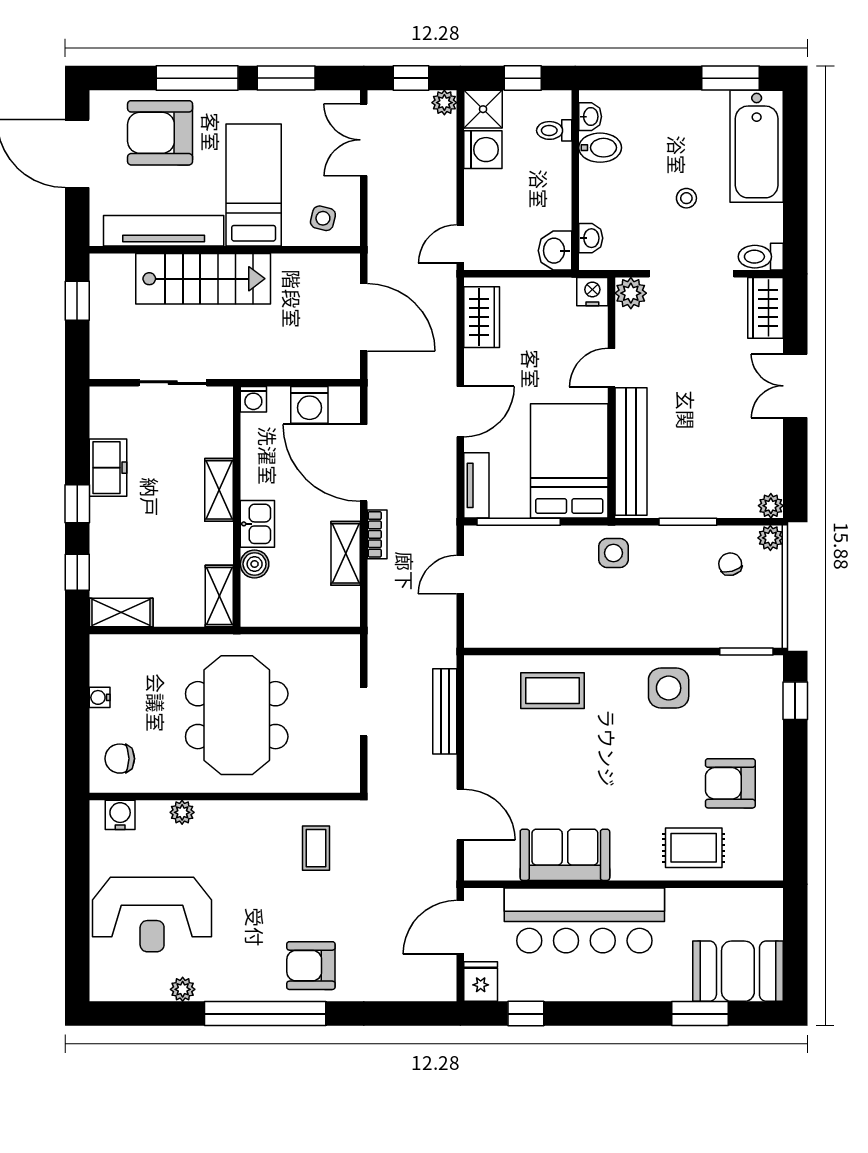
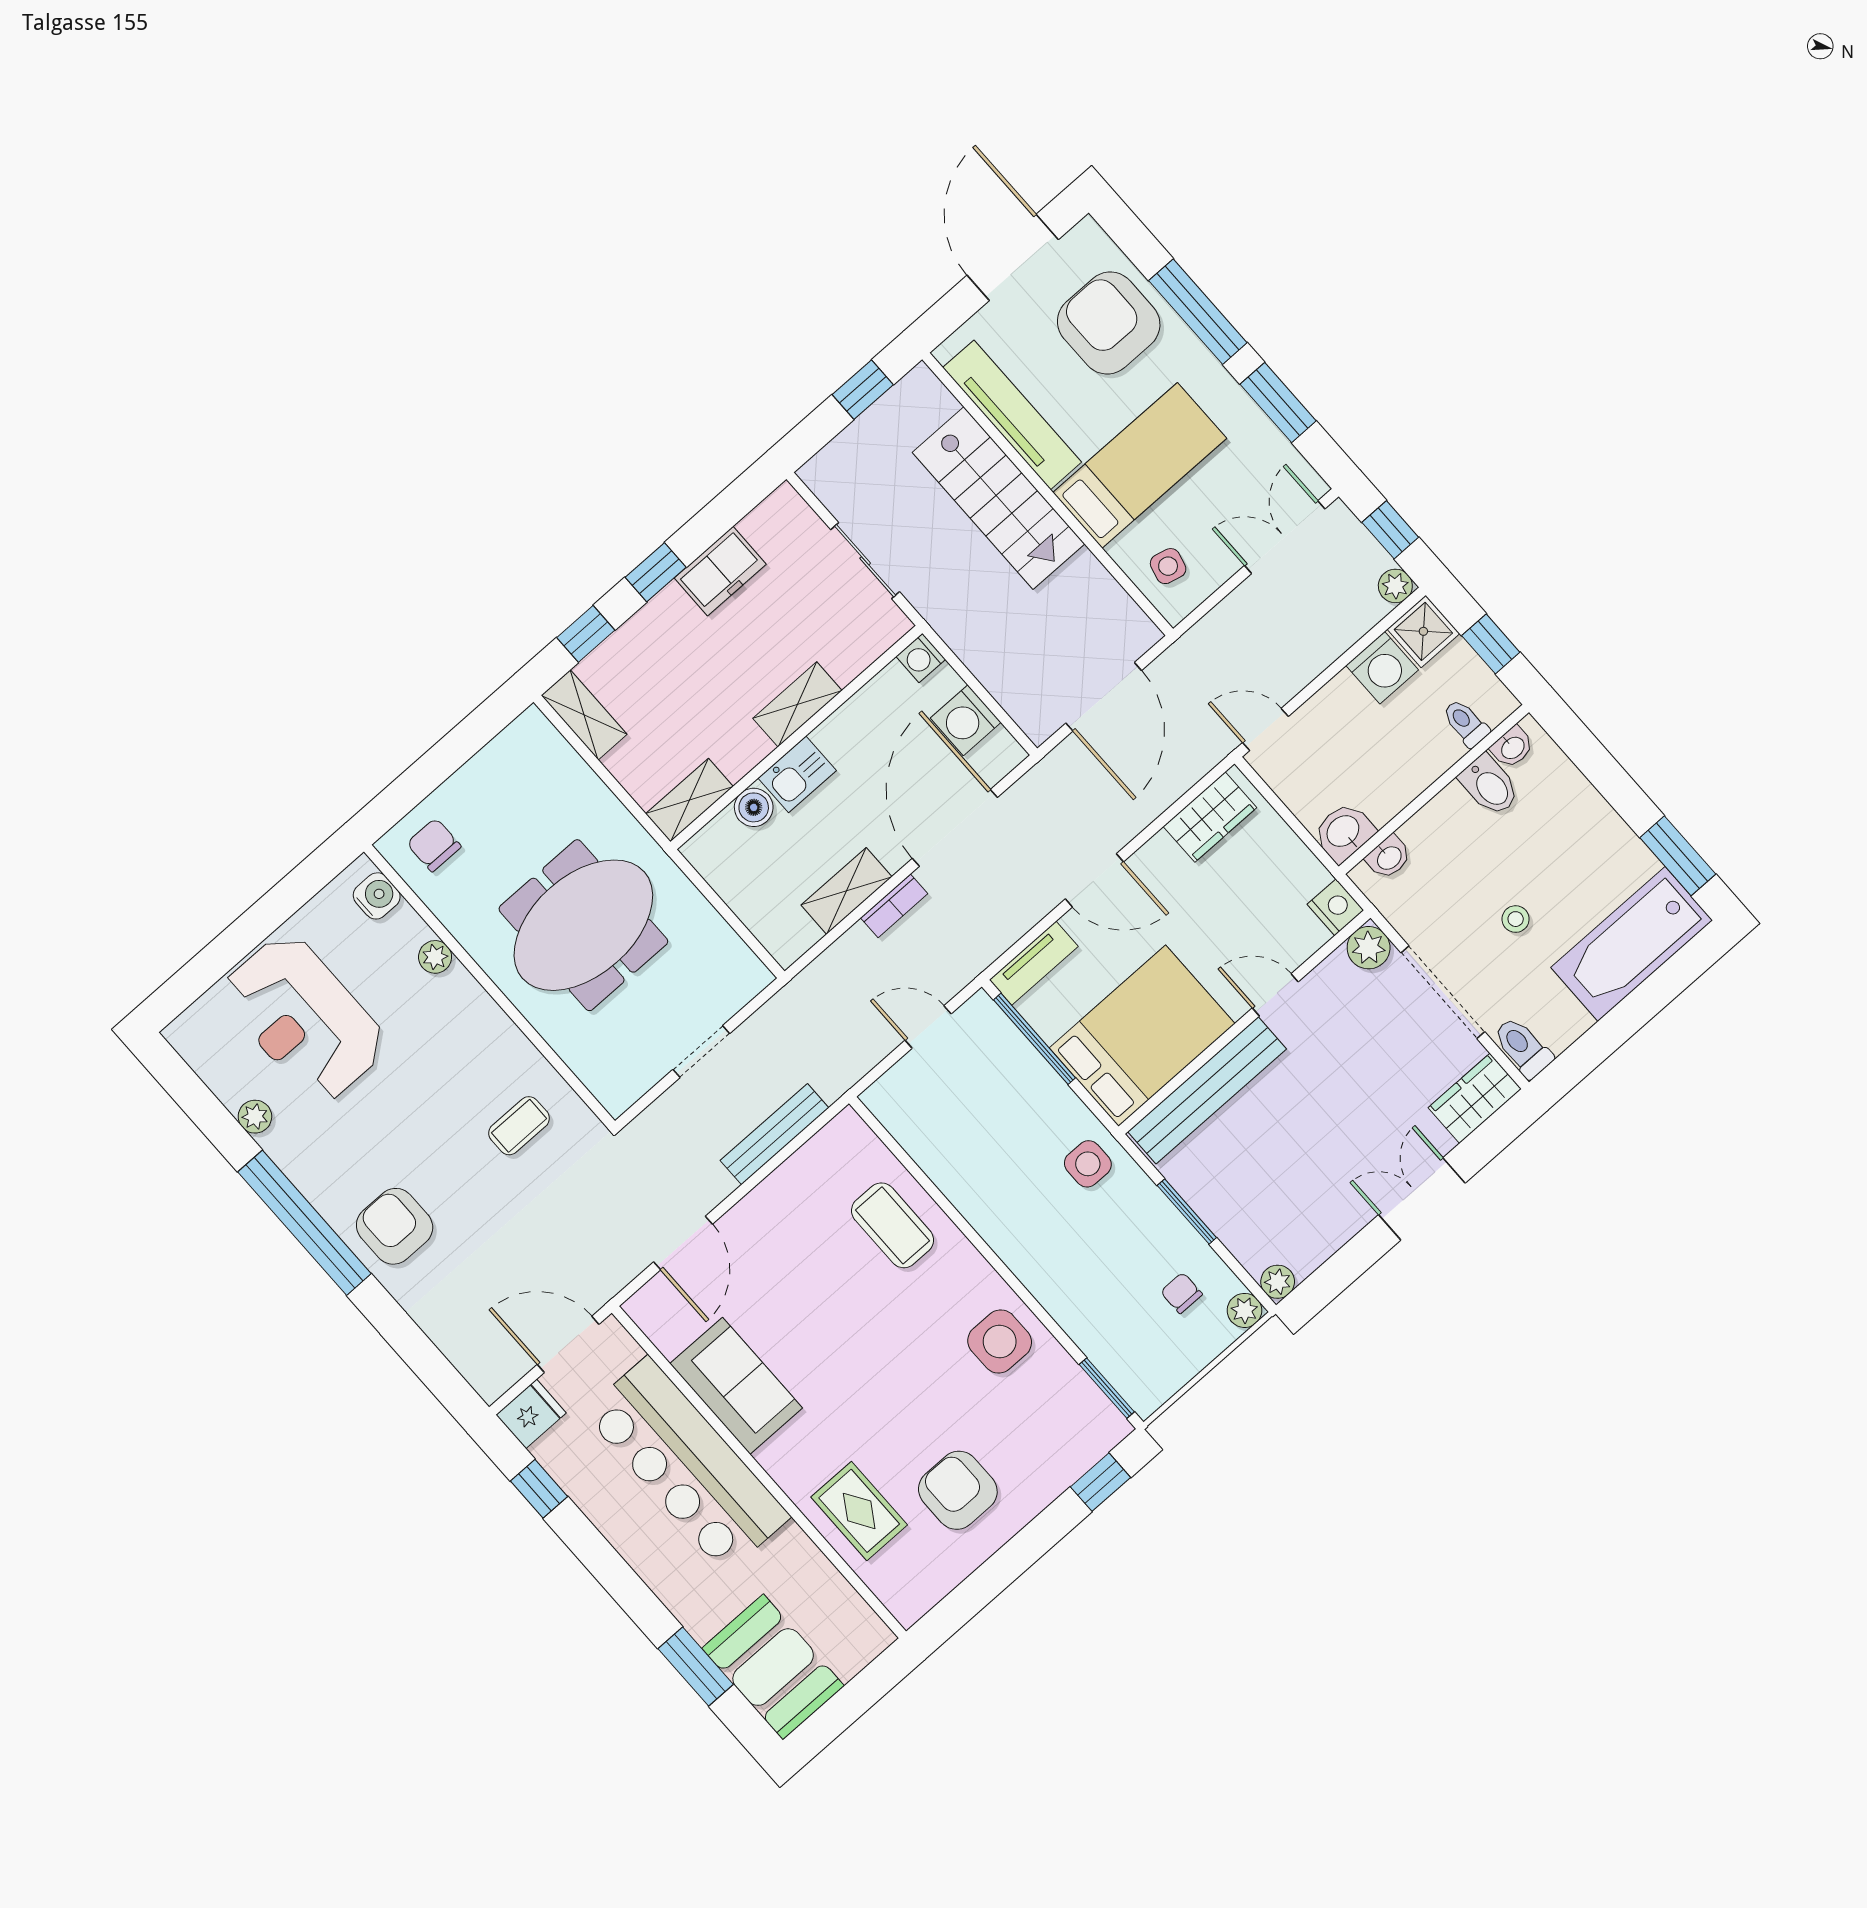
chair: (730, 564) -> (1181, 1293), turned -75
water cooler: (100, 697) -> (478, 769), removed

